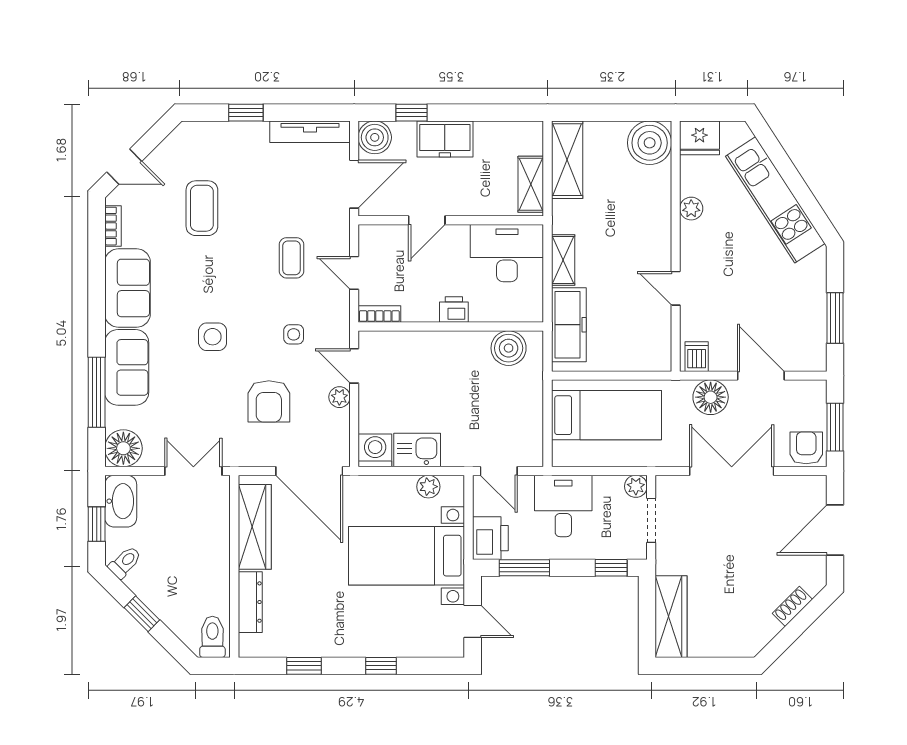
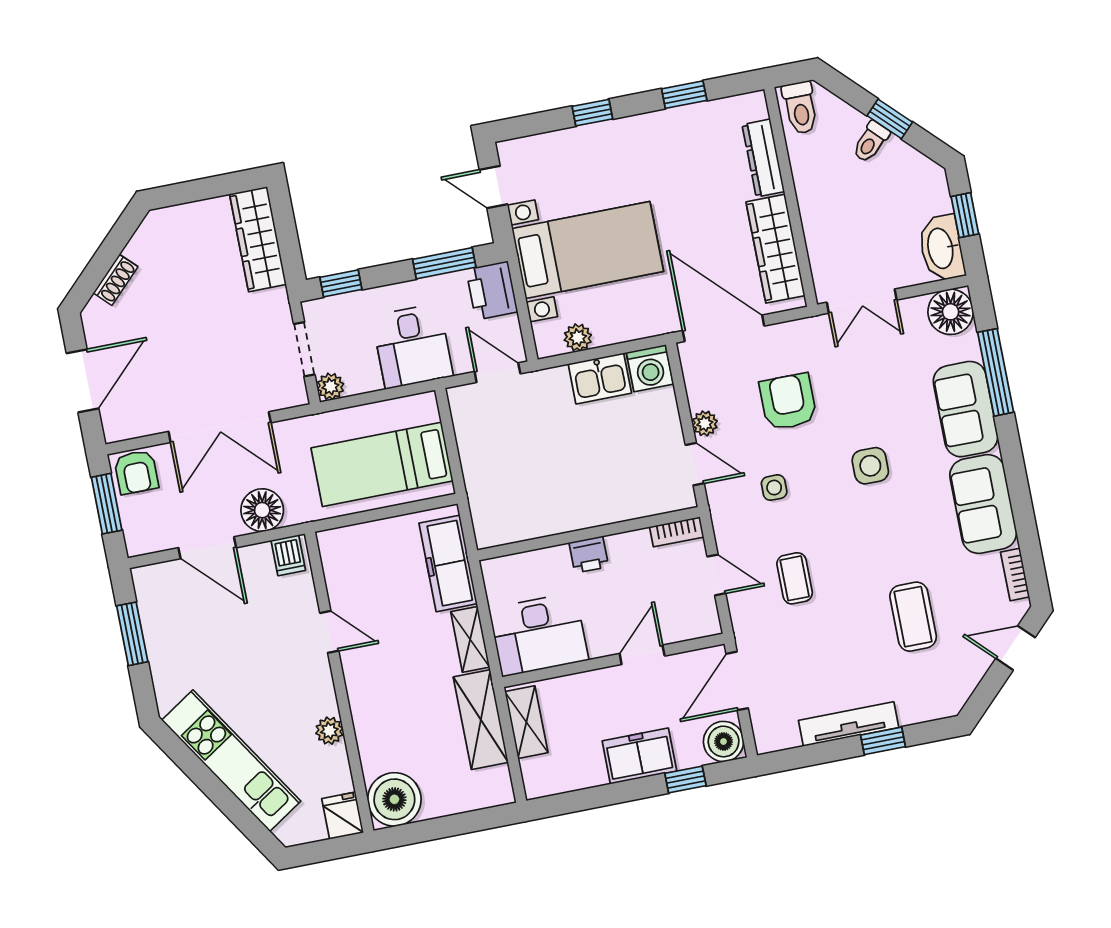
tv unit: (310, 132) -> (849, 724), moved
fridge: (700, 138) -> (343, 816), width x0.72
shelving: (567, 160) -> (481, 720), moved
boiler: (509, 348) -> (515, 521), removed
toilet: (125, 562) -> (871, 142), moved

